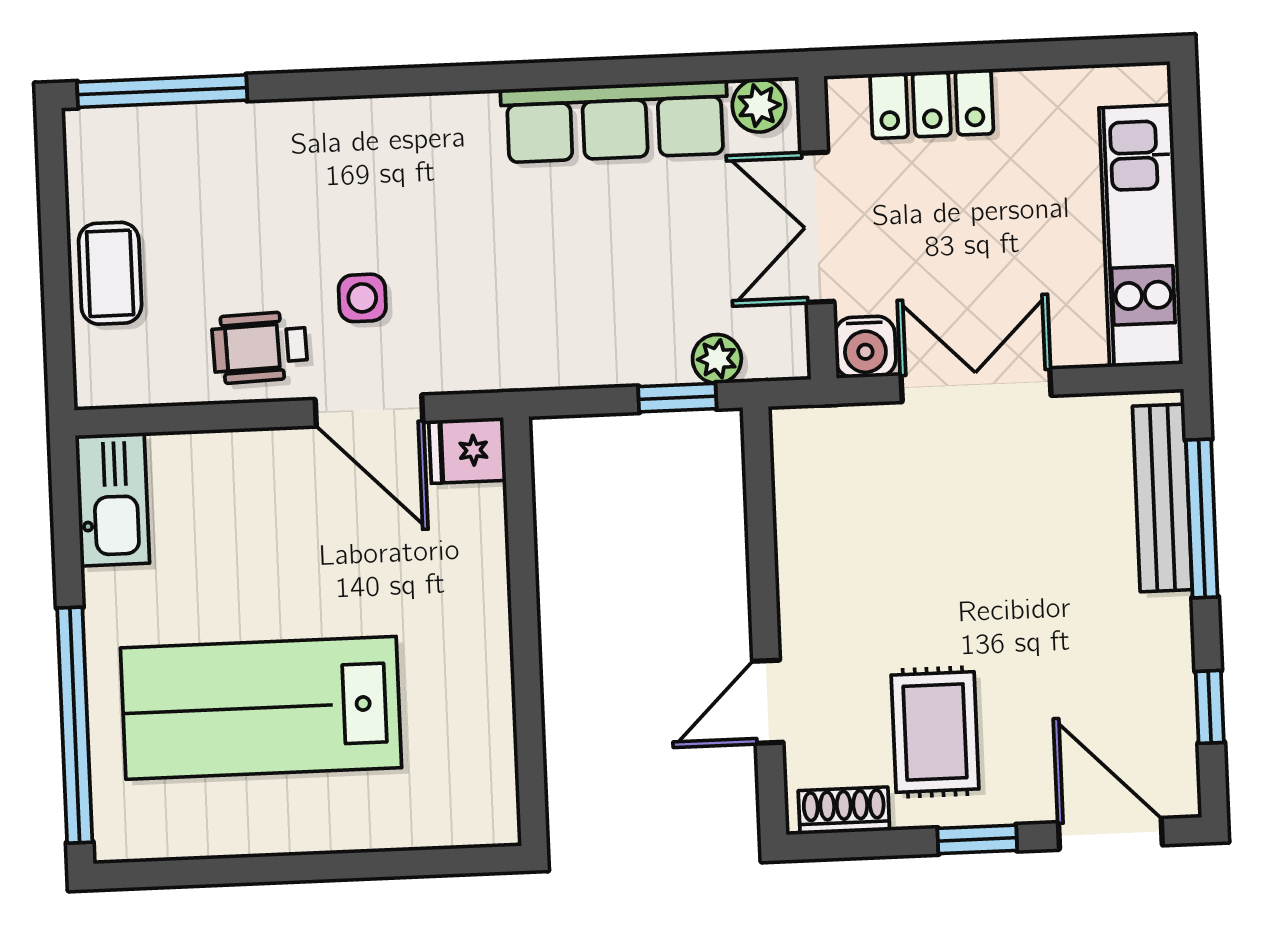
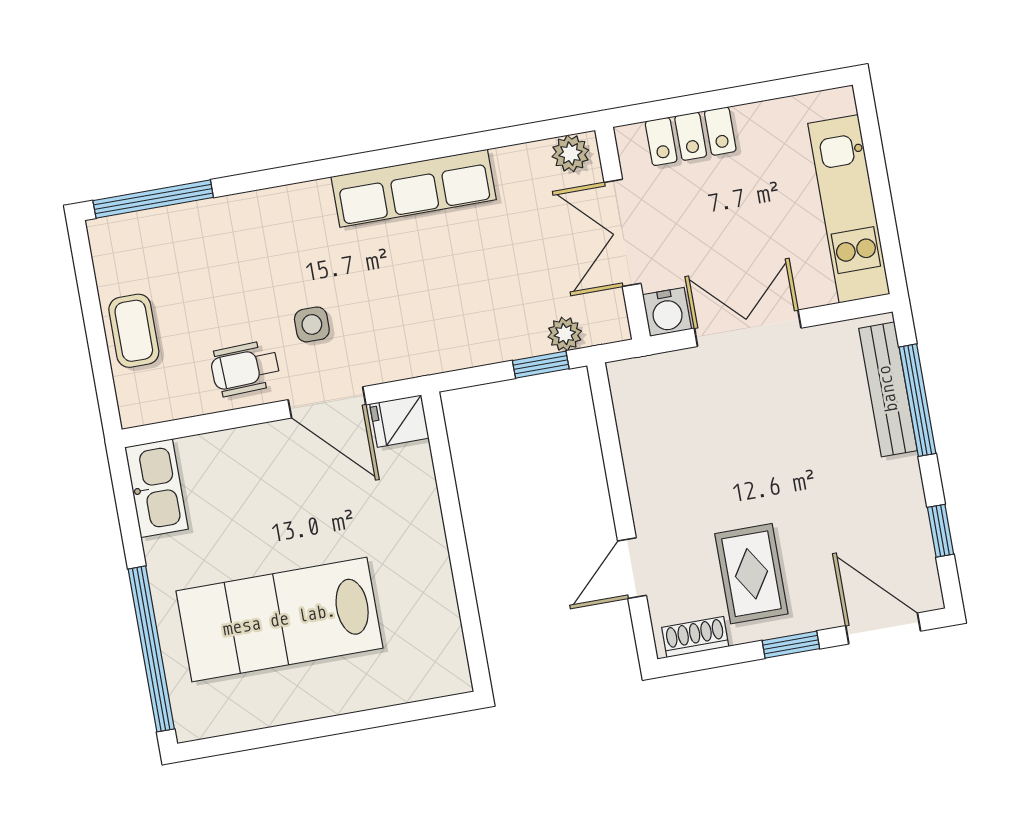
row of seats: (615, 121) -> (414, 188), moved

